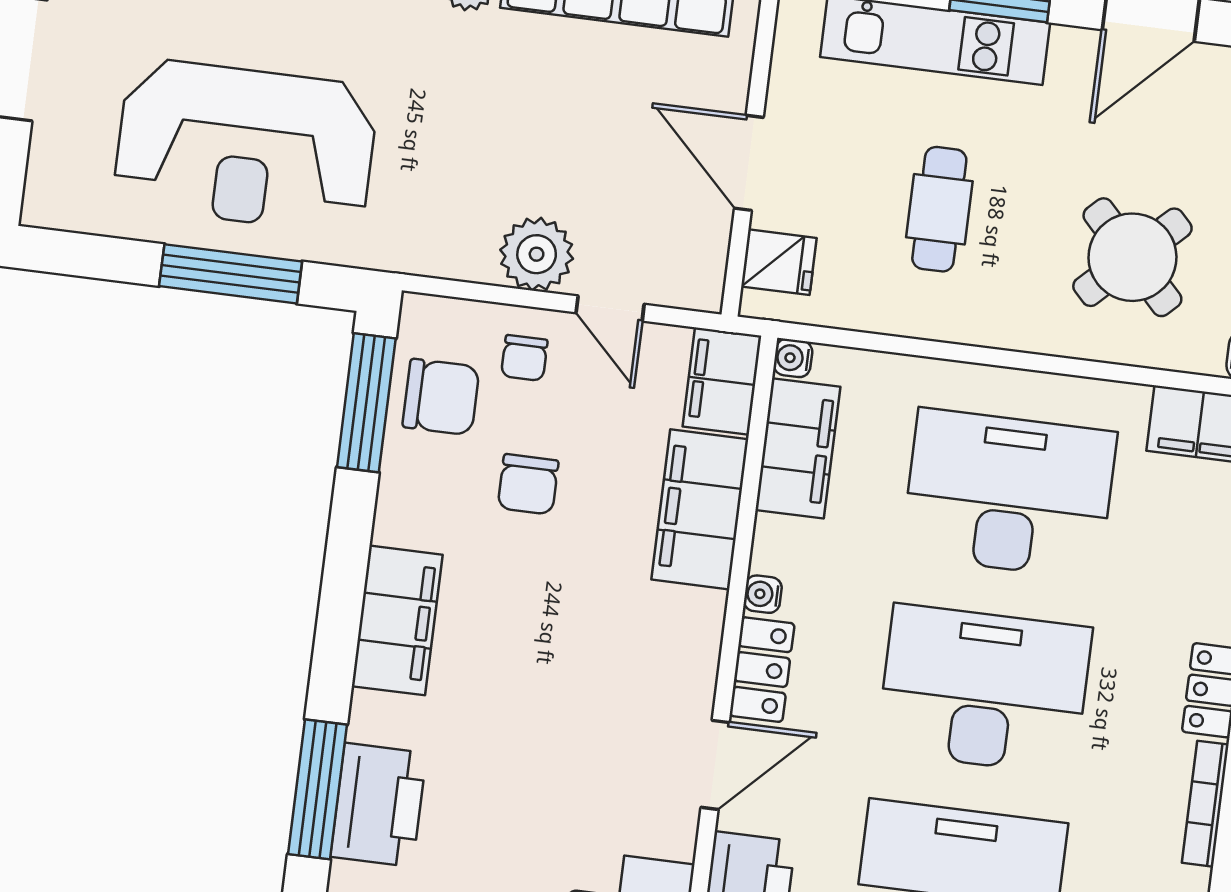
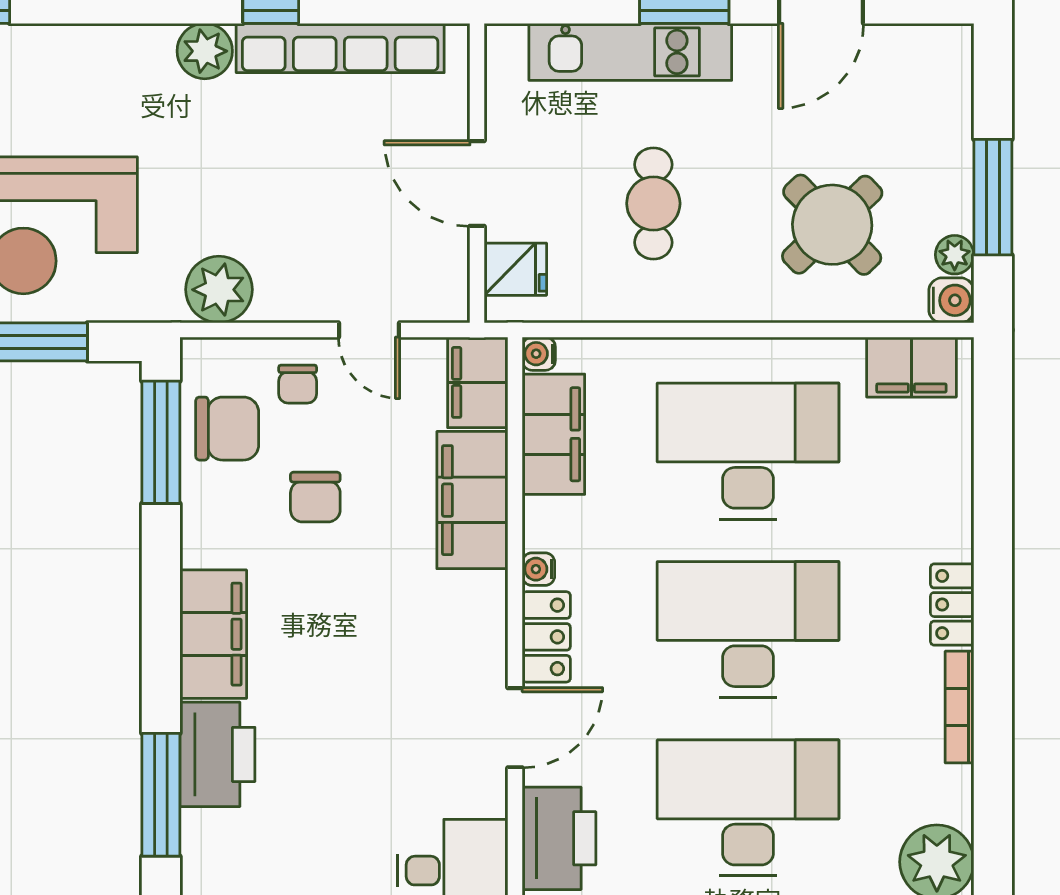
plant: (537, 254) -> (219, 290), moved
printer: (379, 805) -> (217, 754), moved

